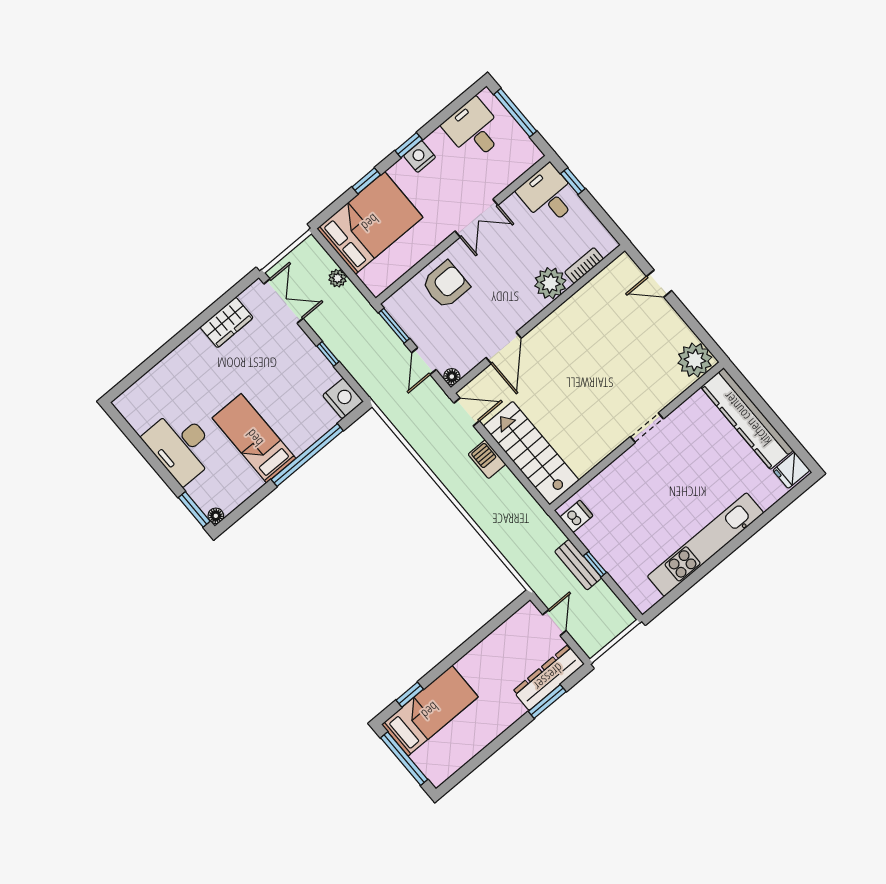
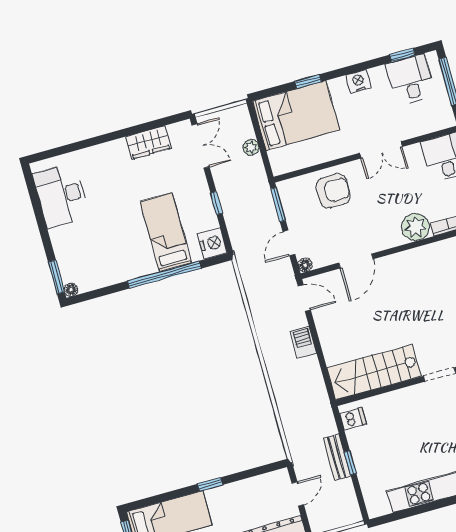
window: (409, 145) -> (402, 55), moved
bed: (254, 438) -> (166, 232), moved
desk: (181, 446) -> (61, 195), moved
stairs: (531, 453) -> (374, 372), moved, turned -90
window: (410, 695) -> (210, 484), moved

